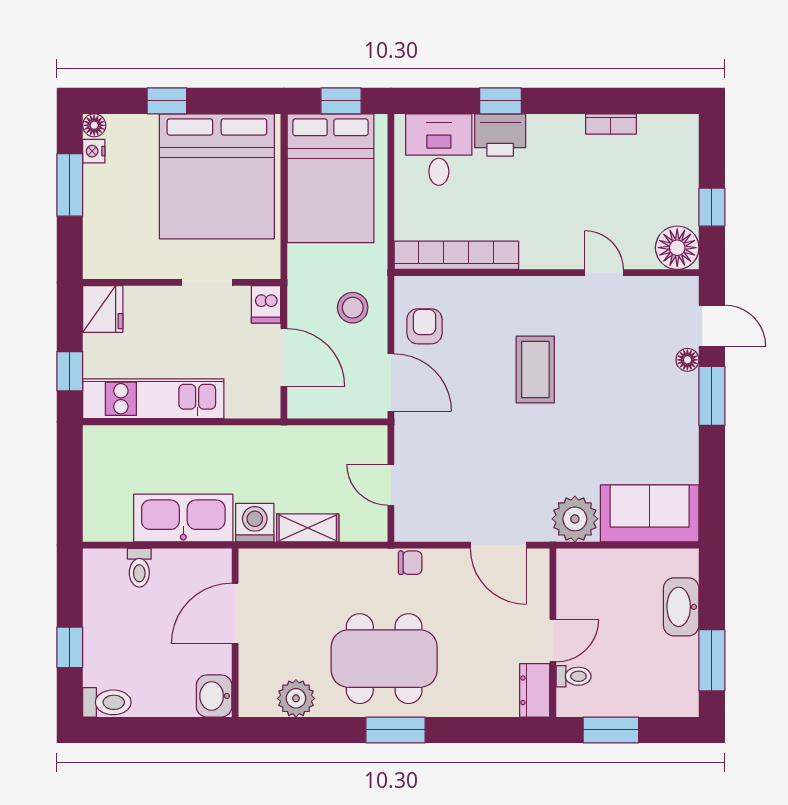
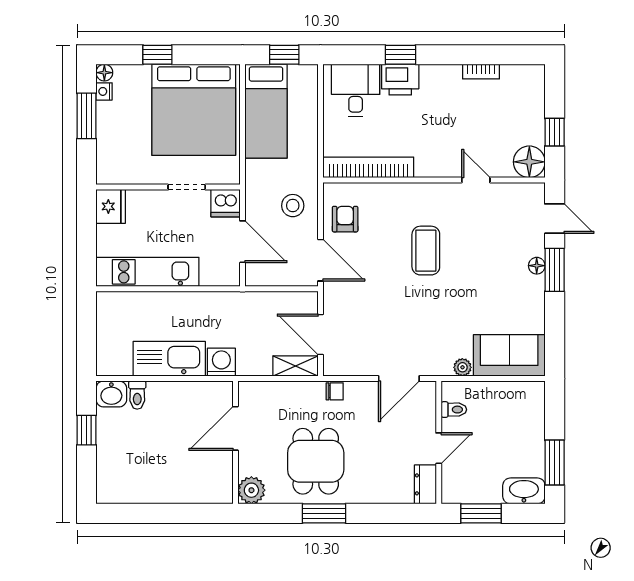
bed: (331, 178) -> (266, 111), width x0.67
dishwasher: (266, 304) -> (226, 203), width x1.38
floor lamp: (687, 360) -> (537, 266), moved
window: (70, 371) -> (87, 252), removed
door: (391, 485) -> (321, 334), width x1.38
plant: (575, 519) -> (462, 367), width x0.53, depth x0.53
shelving: (308, 528) -> (295, 366), moved
door: (498, 545) -> (399, 379), hinge flipped
washbasin: (681, 607) -> (524, 491), moved, turned 90
door: (235, 613) -> (235, 428), moved
wall: (235, 633) -> (235, 442), moved
window: (70, 647) -> (87, 430), moved
dining table: (384, 659) -> (316, 461), width x0.73
toilet: (574, 676) -> (454, 410), moved
washbasin: (214, 696) -> (111, 394), moved, turned -90
toilet: (107, 702) -> (114, 493), removed

